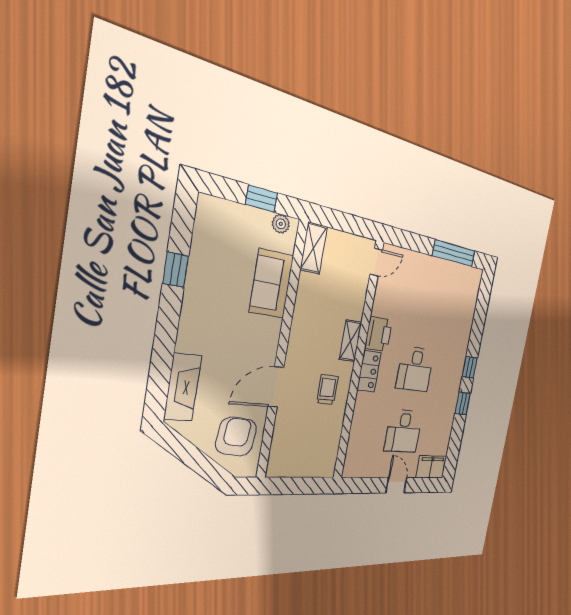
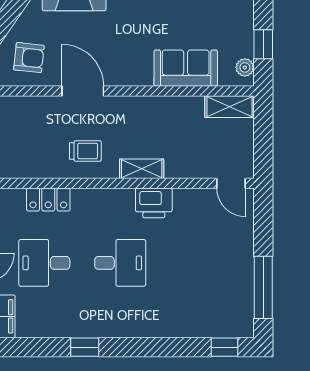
window: (470, 367) -> (224, 347), moved
desk: (415, 369) -> (120, 263), turned 180
locker: (369, 371) -> (48, 199), moved
armchair: (236, 437) -> (29, 58), width x0.72, depth x0.72

